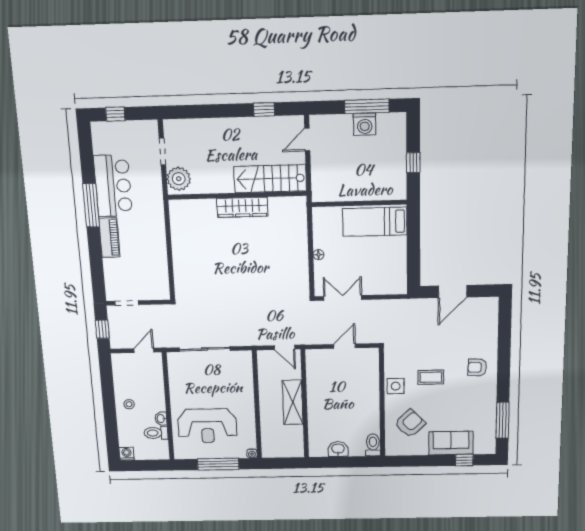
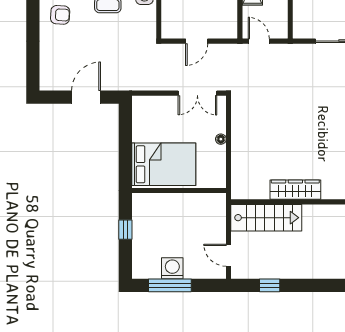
door: (307, 140) -> (229, 255), swing flipped
bed: (375, 222) -> (164, 164), width x1.50

